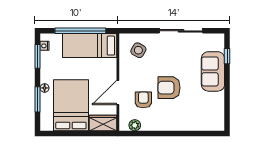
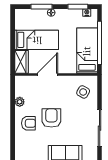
door: (118, 92) -> (47, 75), hinge flipped
armchair: (143, 100) -> (28, 123), moved
bed: (71, 105) -> (37, 40), width x0.67
plant: (135, 125) -> (20, 102), moved

